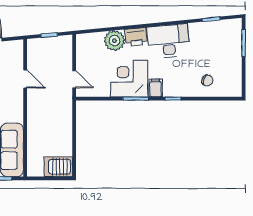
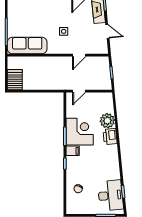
desk: (168, 41) -> (110, 195), moved

